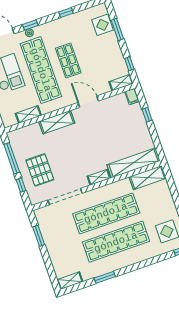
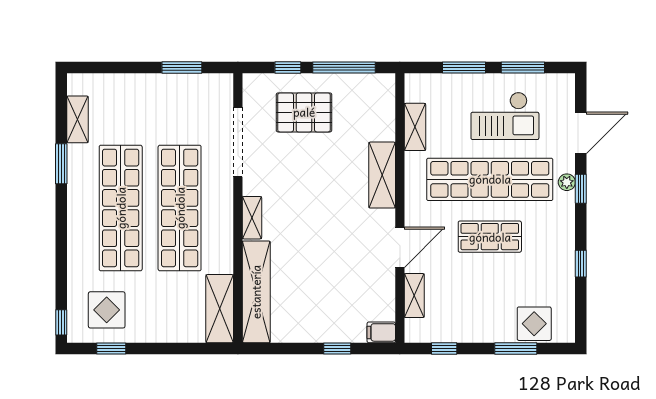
shelving: (121, 83) -> (414, 296), moved
shelving: (70, 281) -> (78, 119), moved

